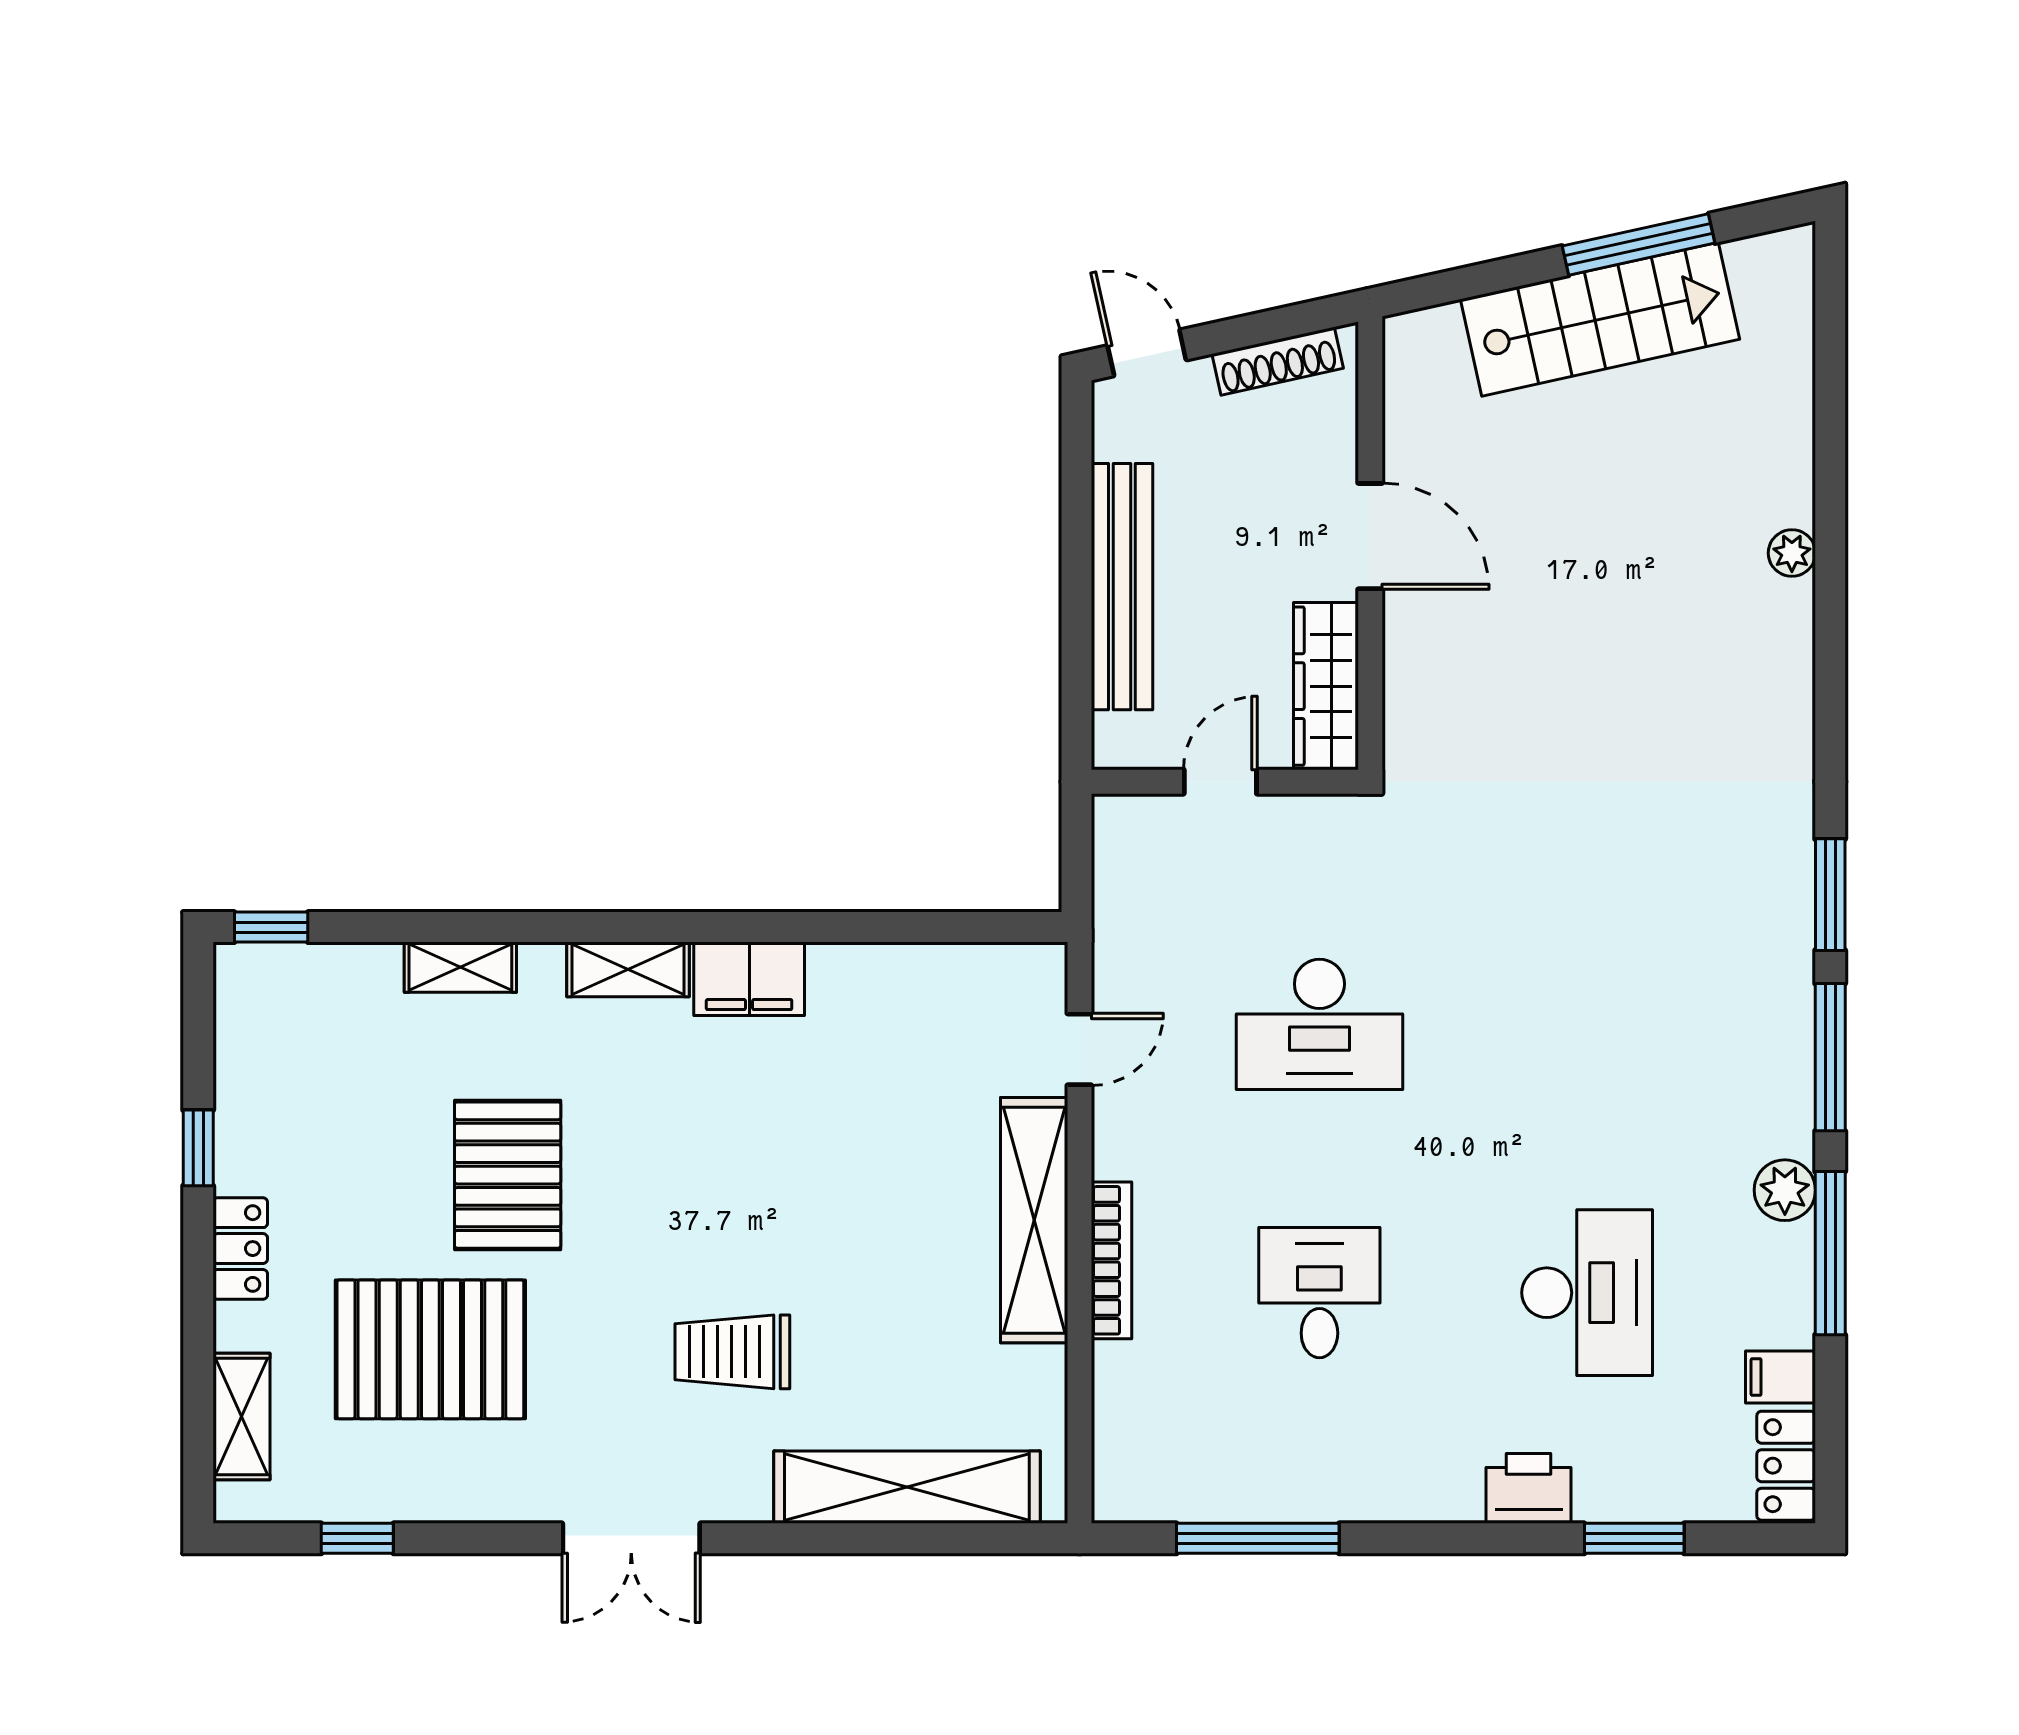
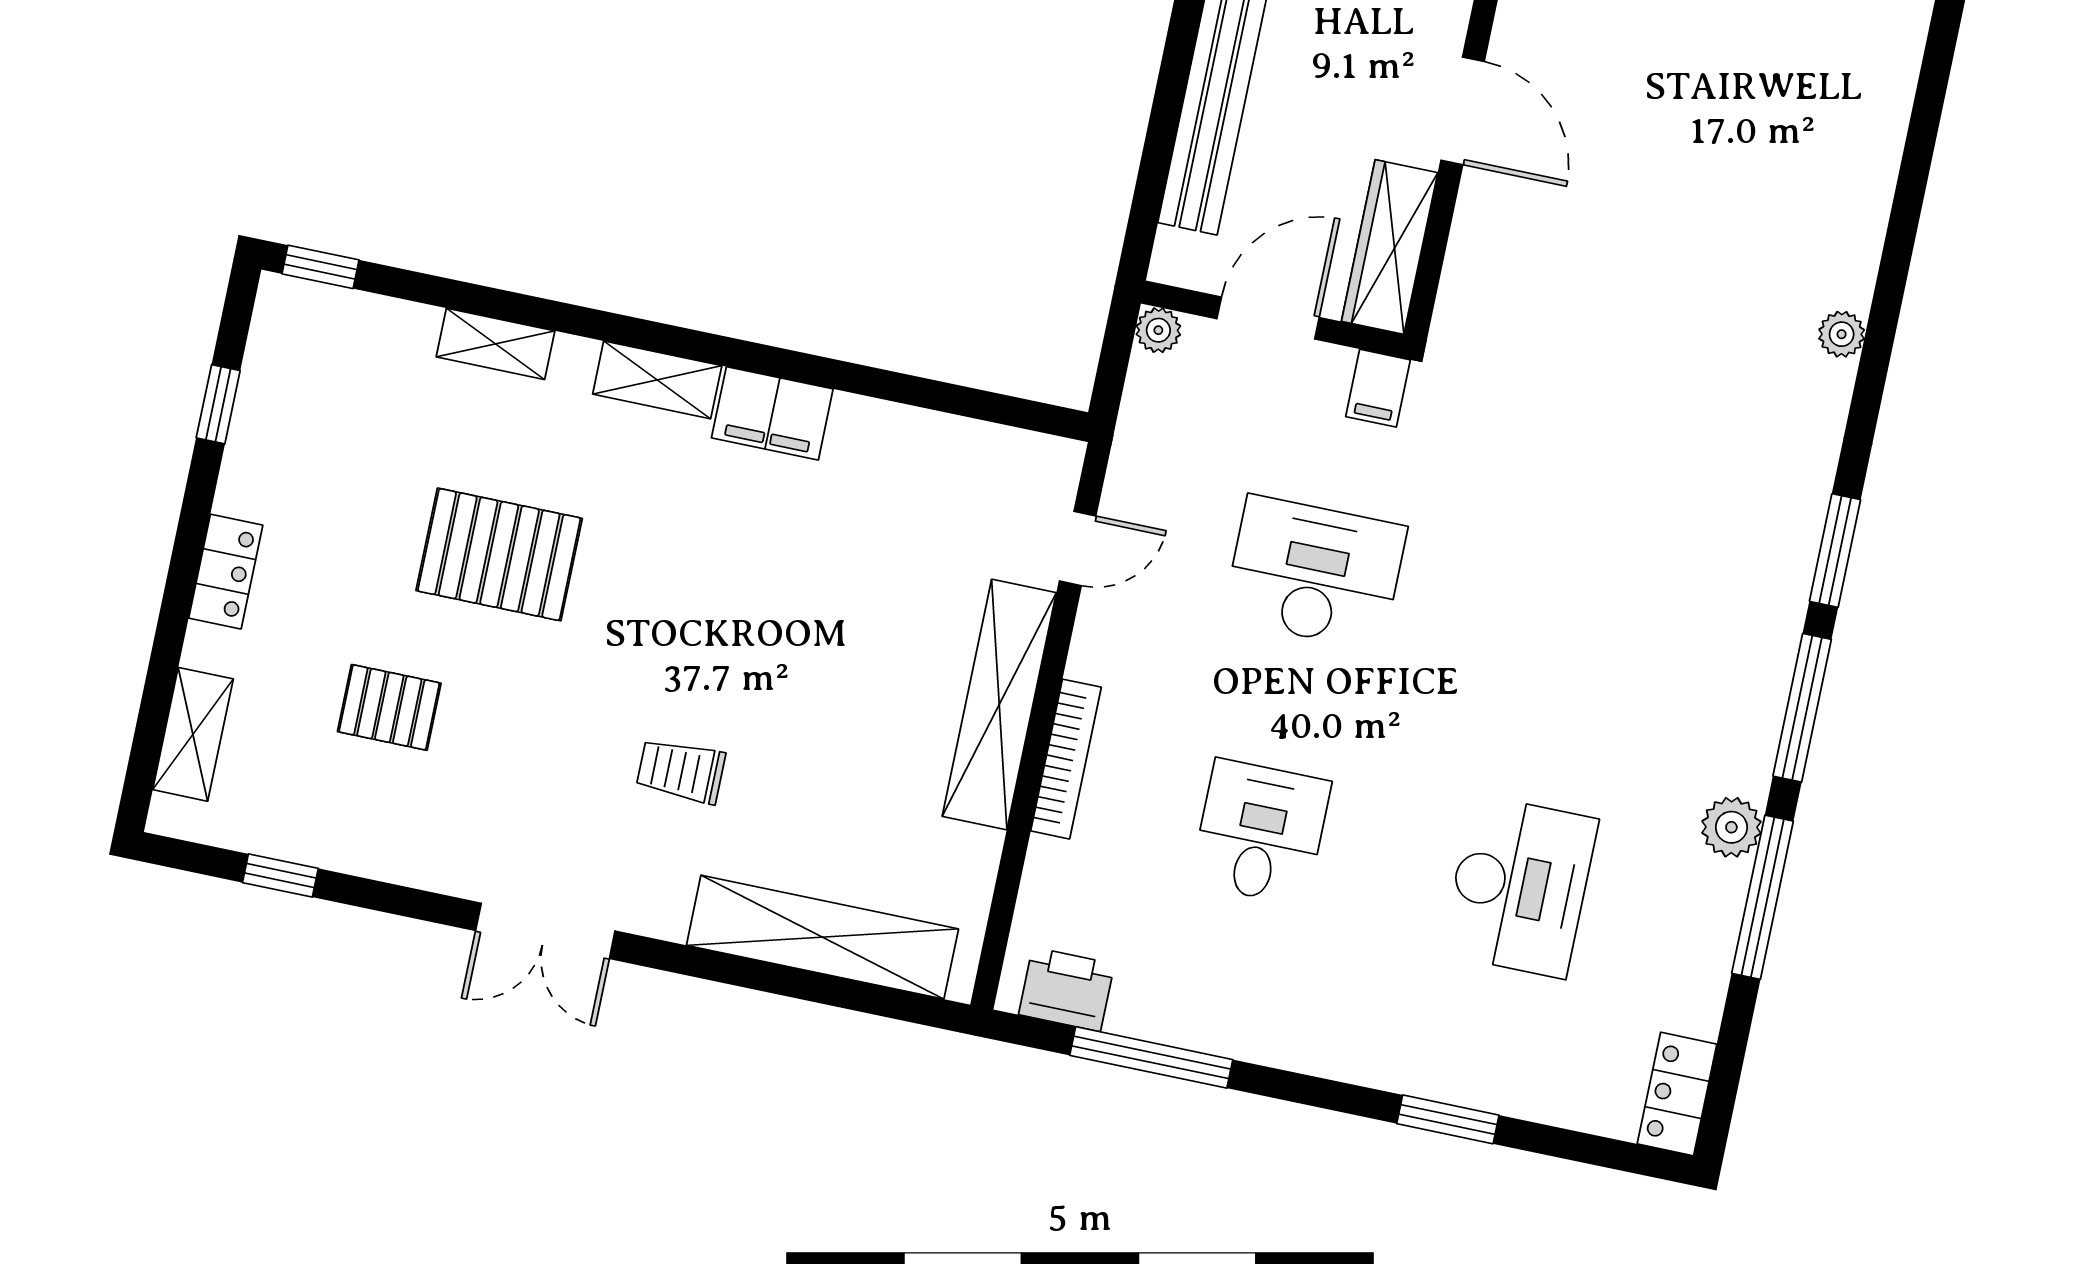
plant: (1792, 553) -> (1842, 334), moved
door: (1220, 782) -> (1268, 318), width x1.38
plant: (1114, 816) -> (1158, 330), added
desk: (1319, 1024) -> (1315, 573), turned 180
window: (198, 1148) -> (218, 404), moved
pallet: (508, 1175) -> (499, 554), turned 90
pallet: (430, 1349) -> (389, 707), width x0.49, depth x0.50
trolley: (732, 1352) -> (681, 771), width x0.73, depth x0.72
filing cabinet: (1780, 1377) -> (1378, 388), moved, turned -90
printer: (1529, 1488) -> (1066, 989), moved
window: (1634, 1538) -> (1448, 1119), moved

